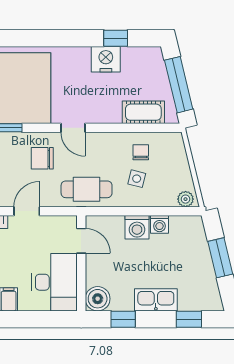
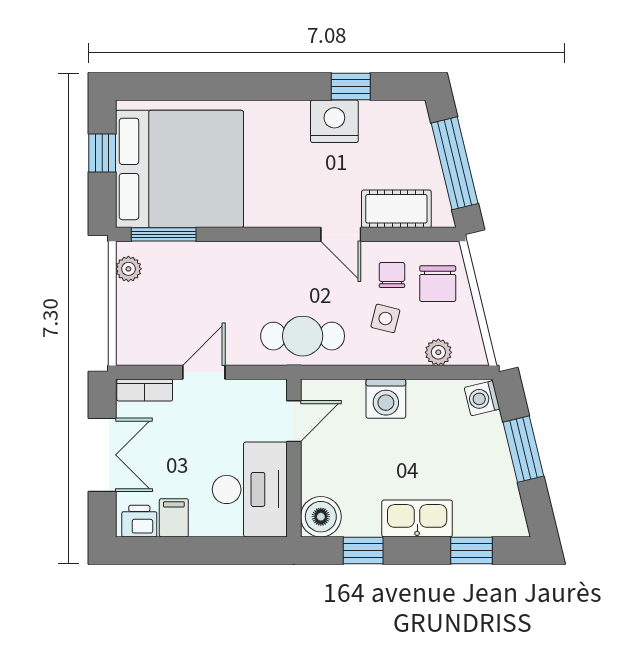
door: (73, 128) -> (341, 234), moved
chair: (42, 158) -> (438, 284), moved, turned -90
plant: (186, 199) -> (438, 352), moved
washing machine: (159, 224) -> (482, 398), moved, turned 76
door: (81, 241) -> (294, 421), hinge flipped

